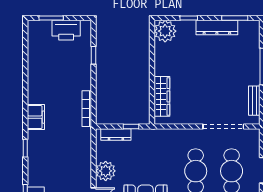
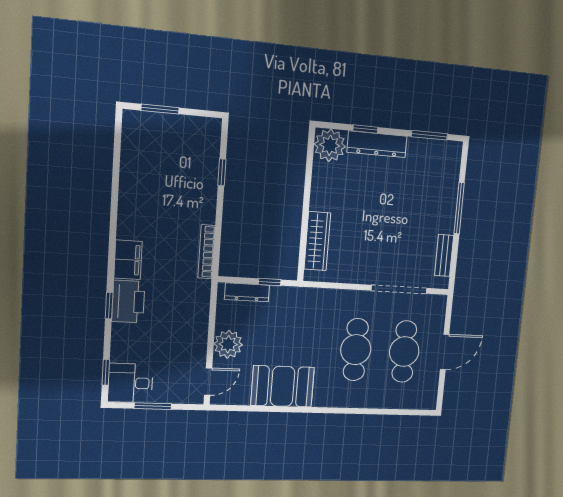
dresser: (217, 27) -> (377, 144), moved
printer: (66, 30) -> (128, 302), moved, turned -90

